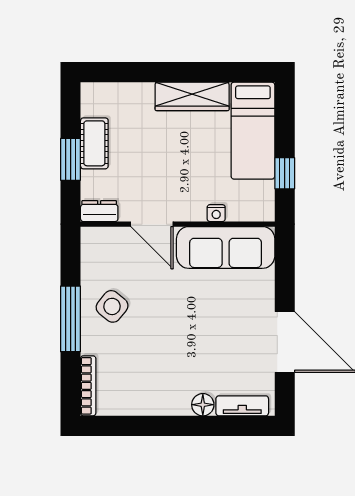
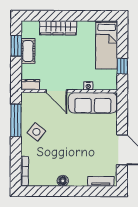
wardrobe: (192, 96) -> (58, 28), moved
window: (71, 159) -> (16, 46), moved
window: (71, 319) -> (16, 120), moved
floor lamp: (203, 405) -> (63, 181), moved

